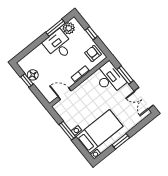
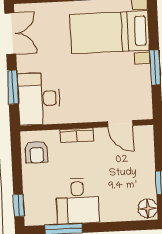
plant: (69, 28) -> (45, 214), removed
window: (91, 33) -> (19, 205), moved
floor lamp: (33, 75) -> (148, 208), moved

